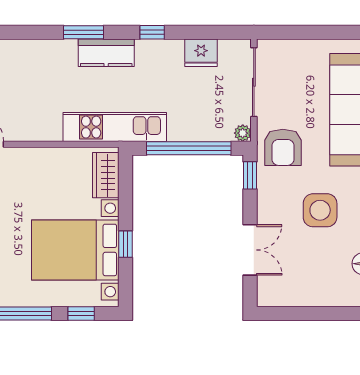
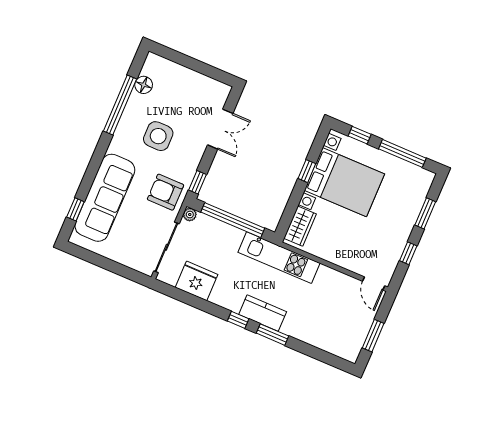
window: (152, 32) -> (238, 320), moved
fridge: (201, 53) -> (197, 281), width x1.36, depth x1.34
armchair: (283, 147) -> (165, 192), turned -90
double door: (250, 250) -> (220, 129), swing flipped

